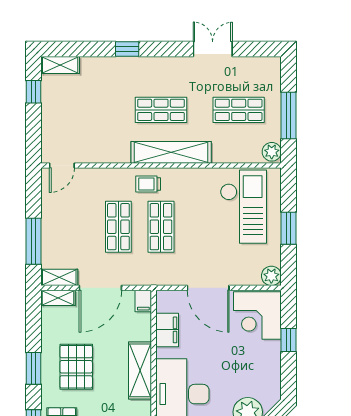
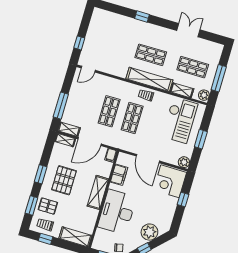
shelving: (60, 65) -> (182, 90), moved
window: (34, 92) -> (79, 43), moved
trolley: (148, 184) -> (146, 95), moved

